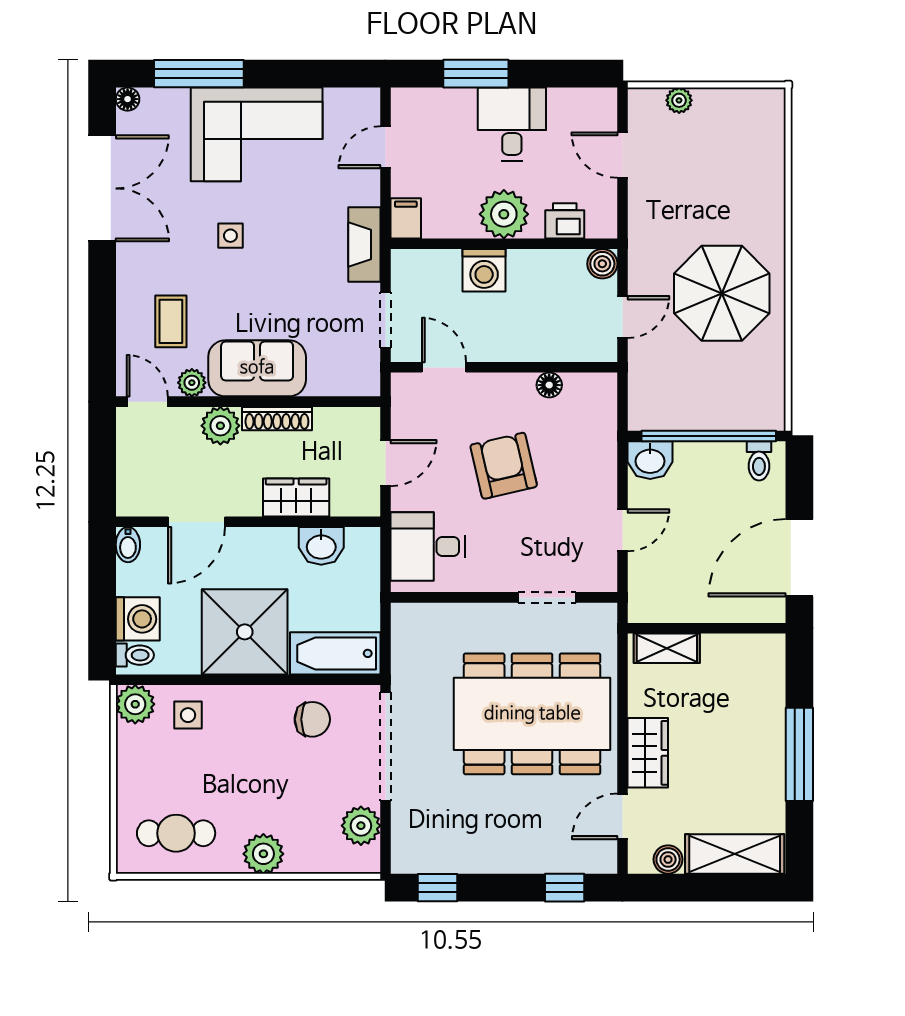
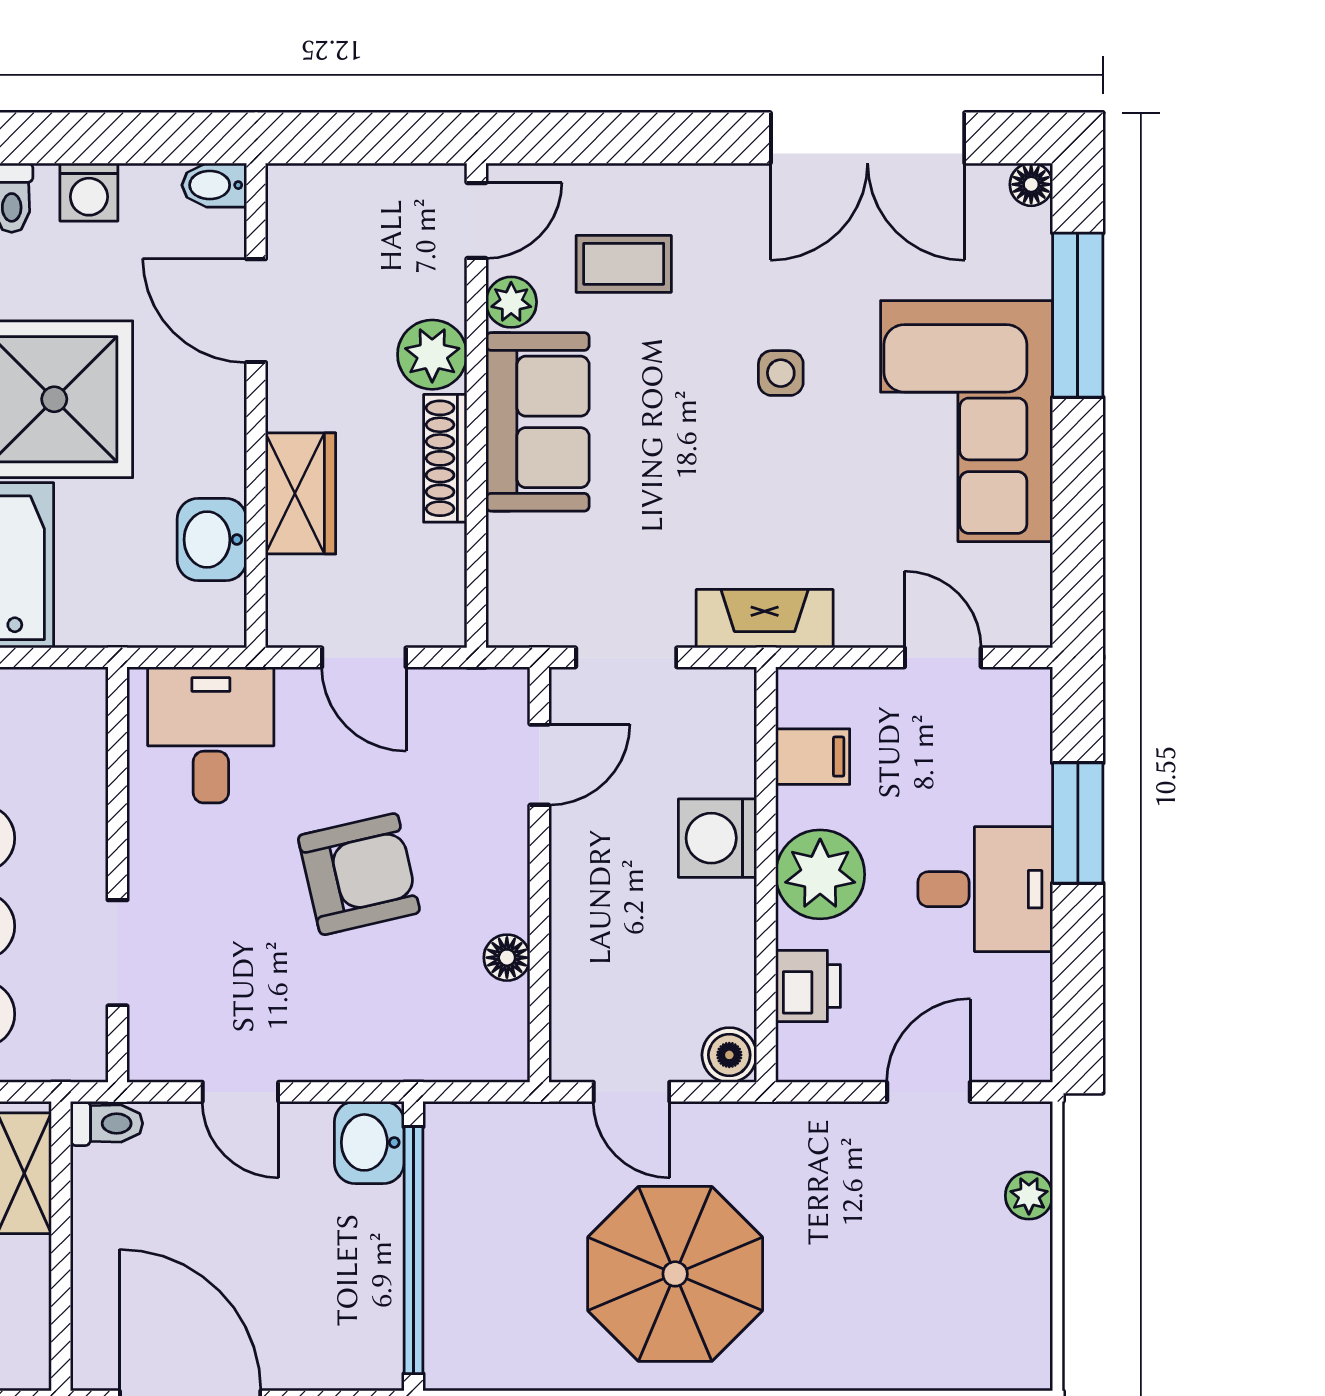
filing cabinet: (406, 218) -> (813, 757), moved
toilet: (759, 461) -> (107, 1123), moved, turned 180
washing machine: (138, 619) -> (89, 192), width x0.73, depth x0.73

